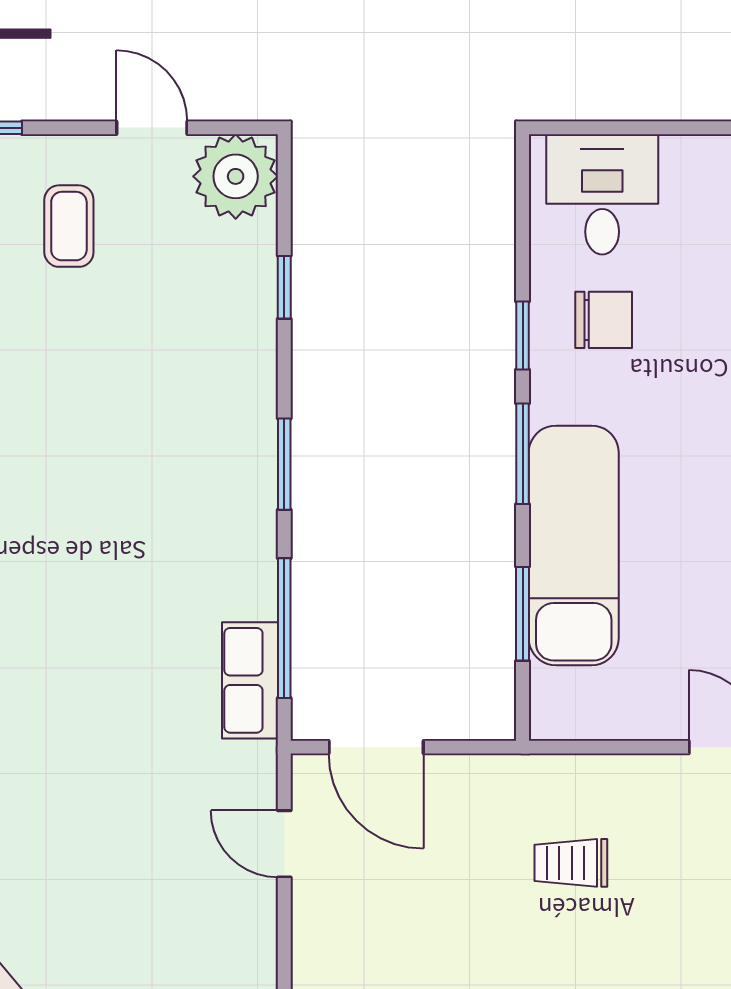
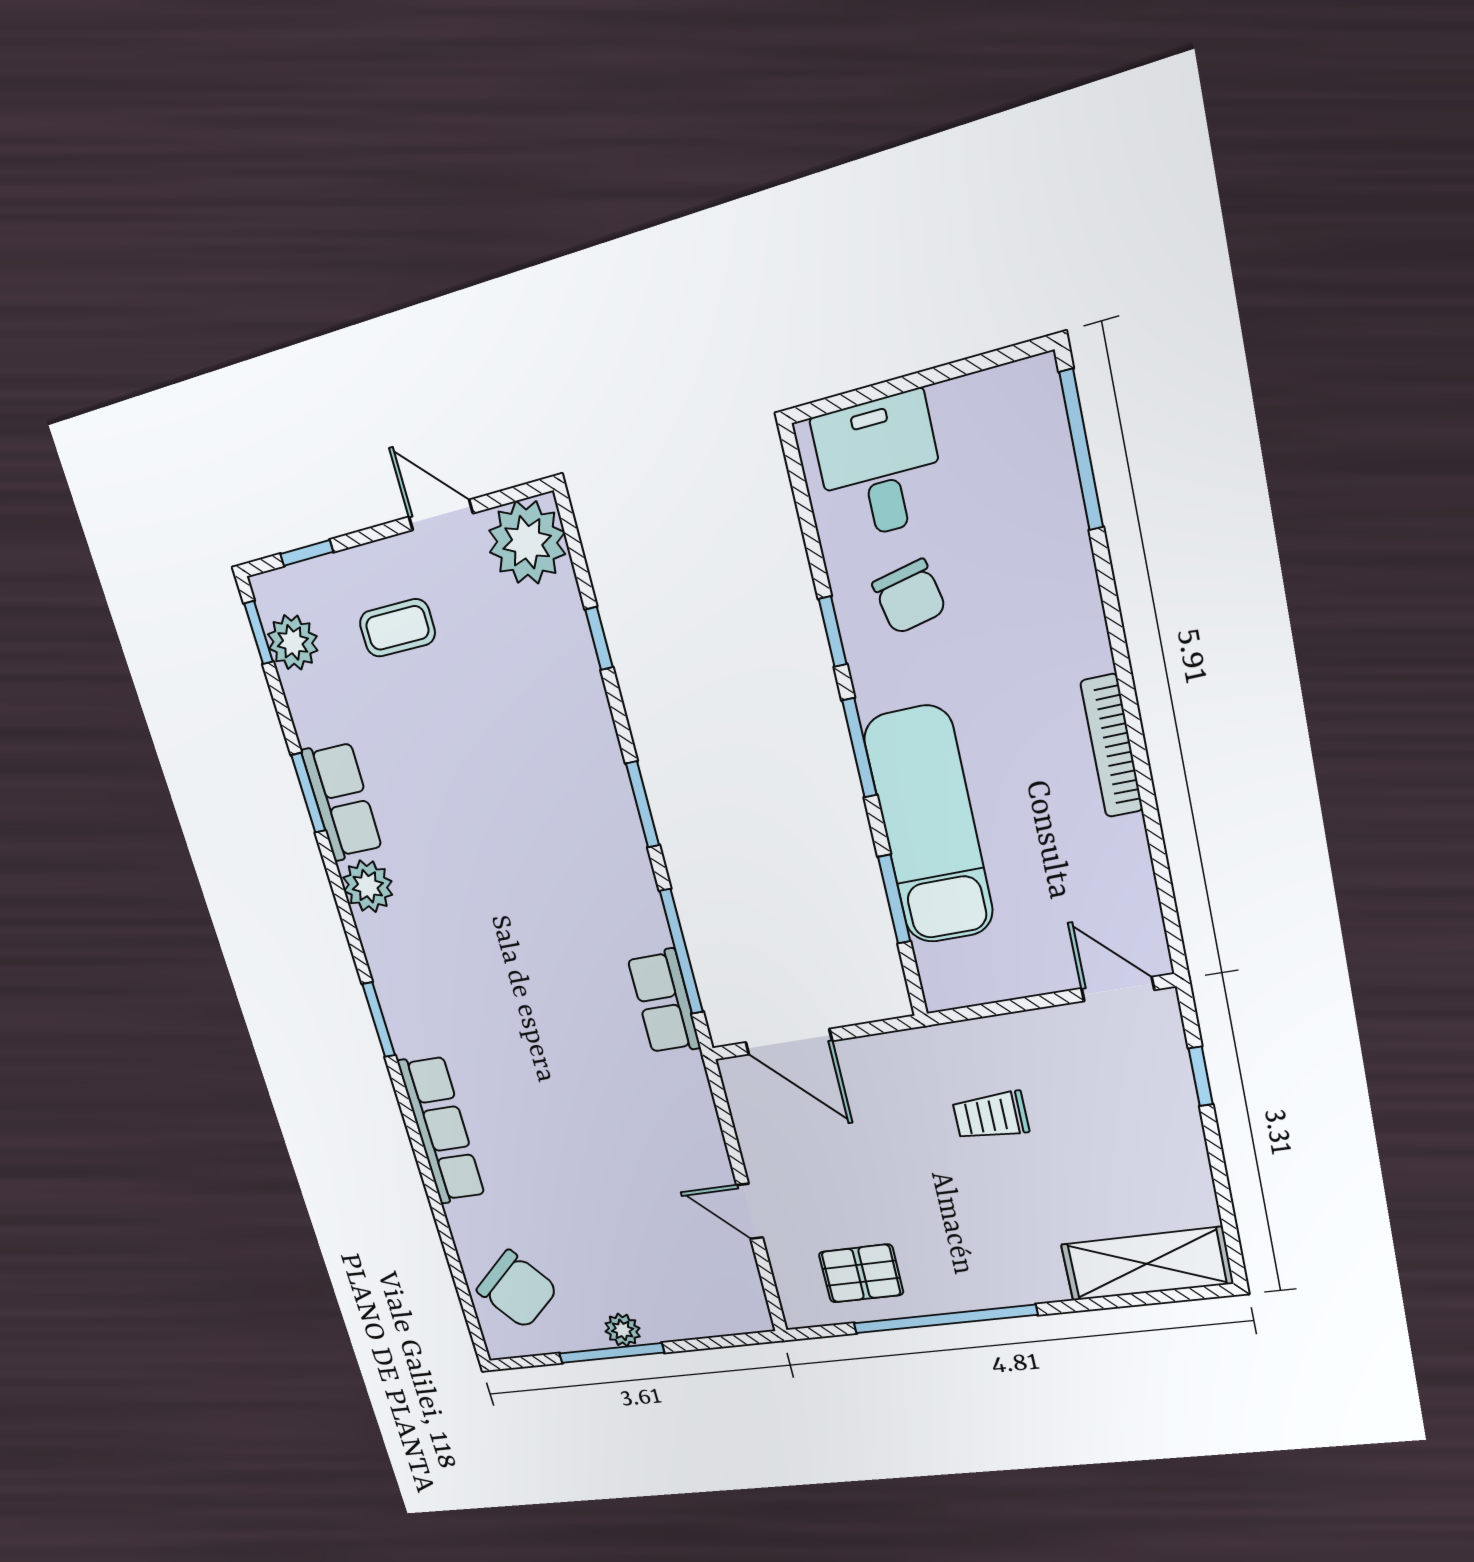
coffee table: (69, 226) -> (397, 628), turned 90
chair: (604, 320) -> (909, 597), turned 78
door: (284, 844) -> (750, 1211), moved

